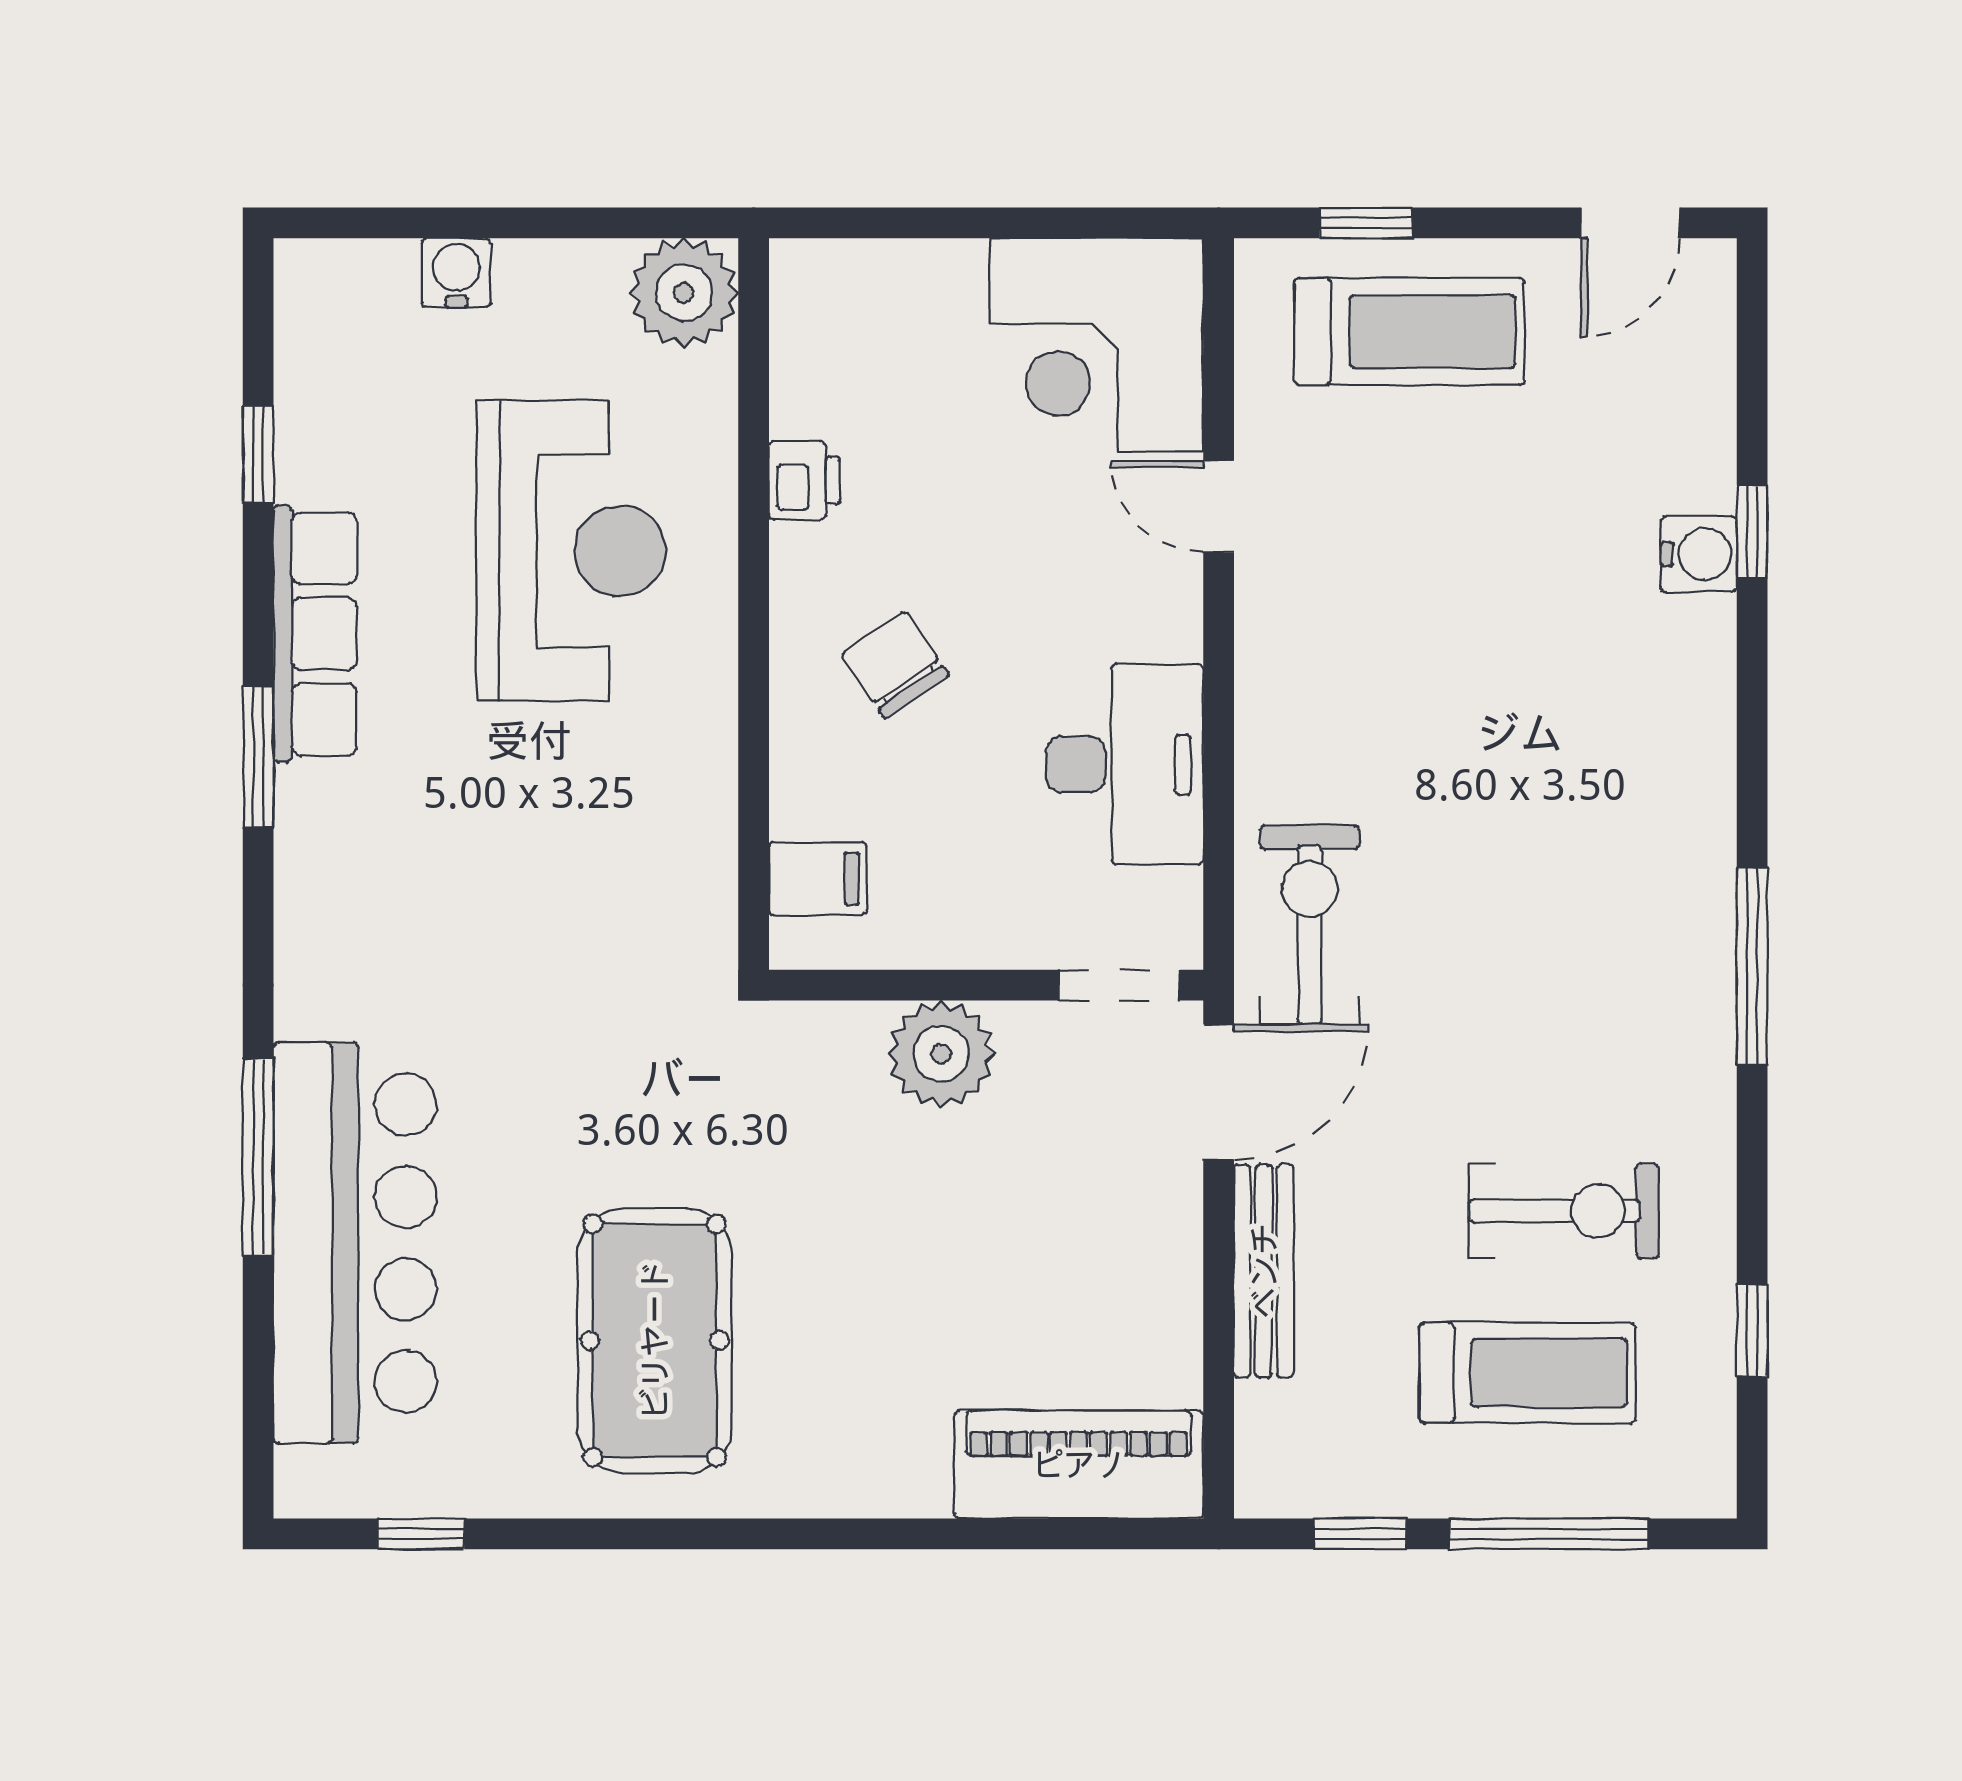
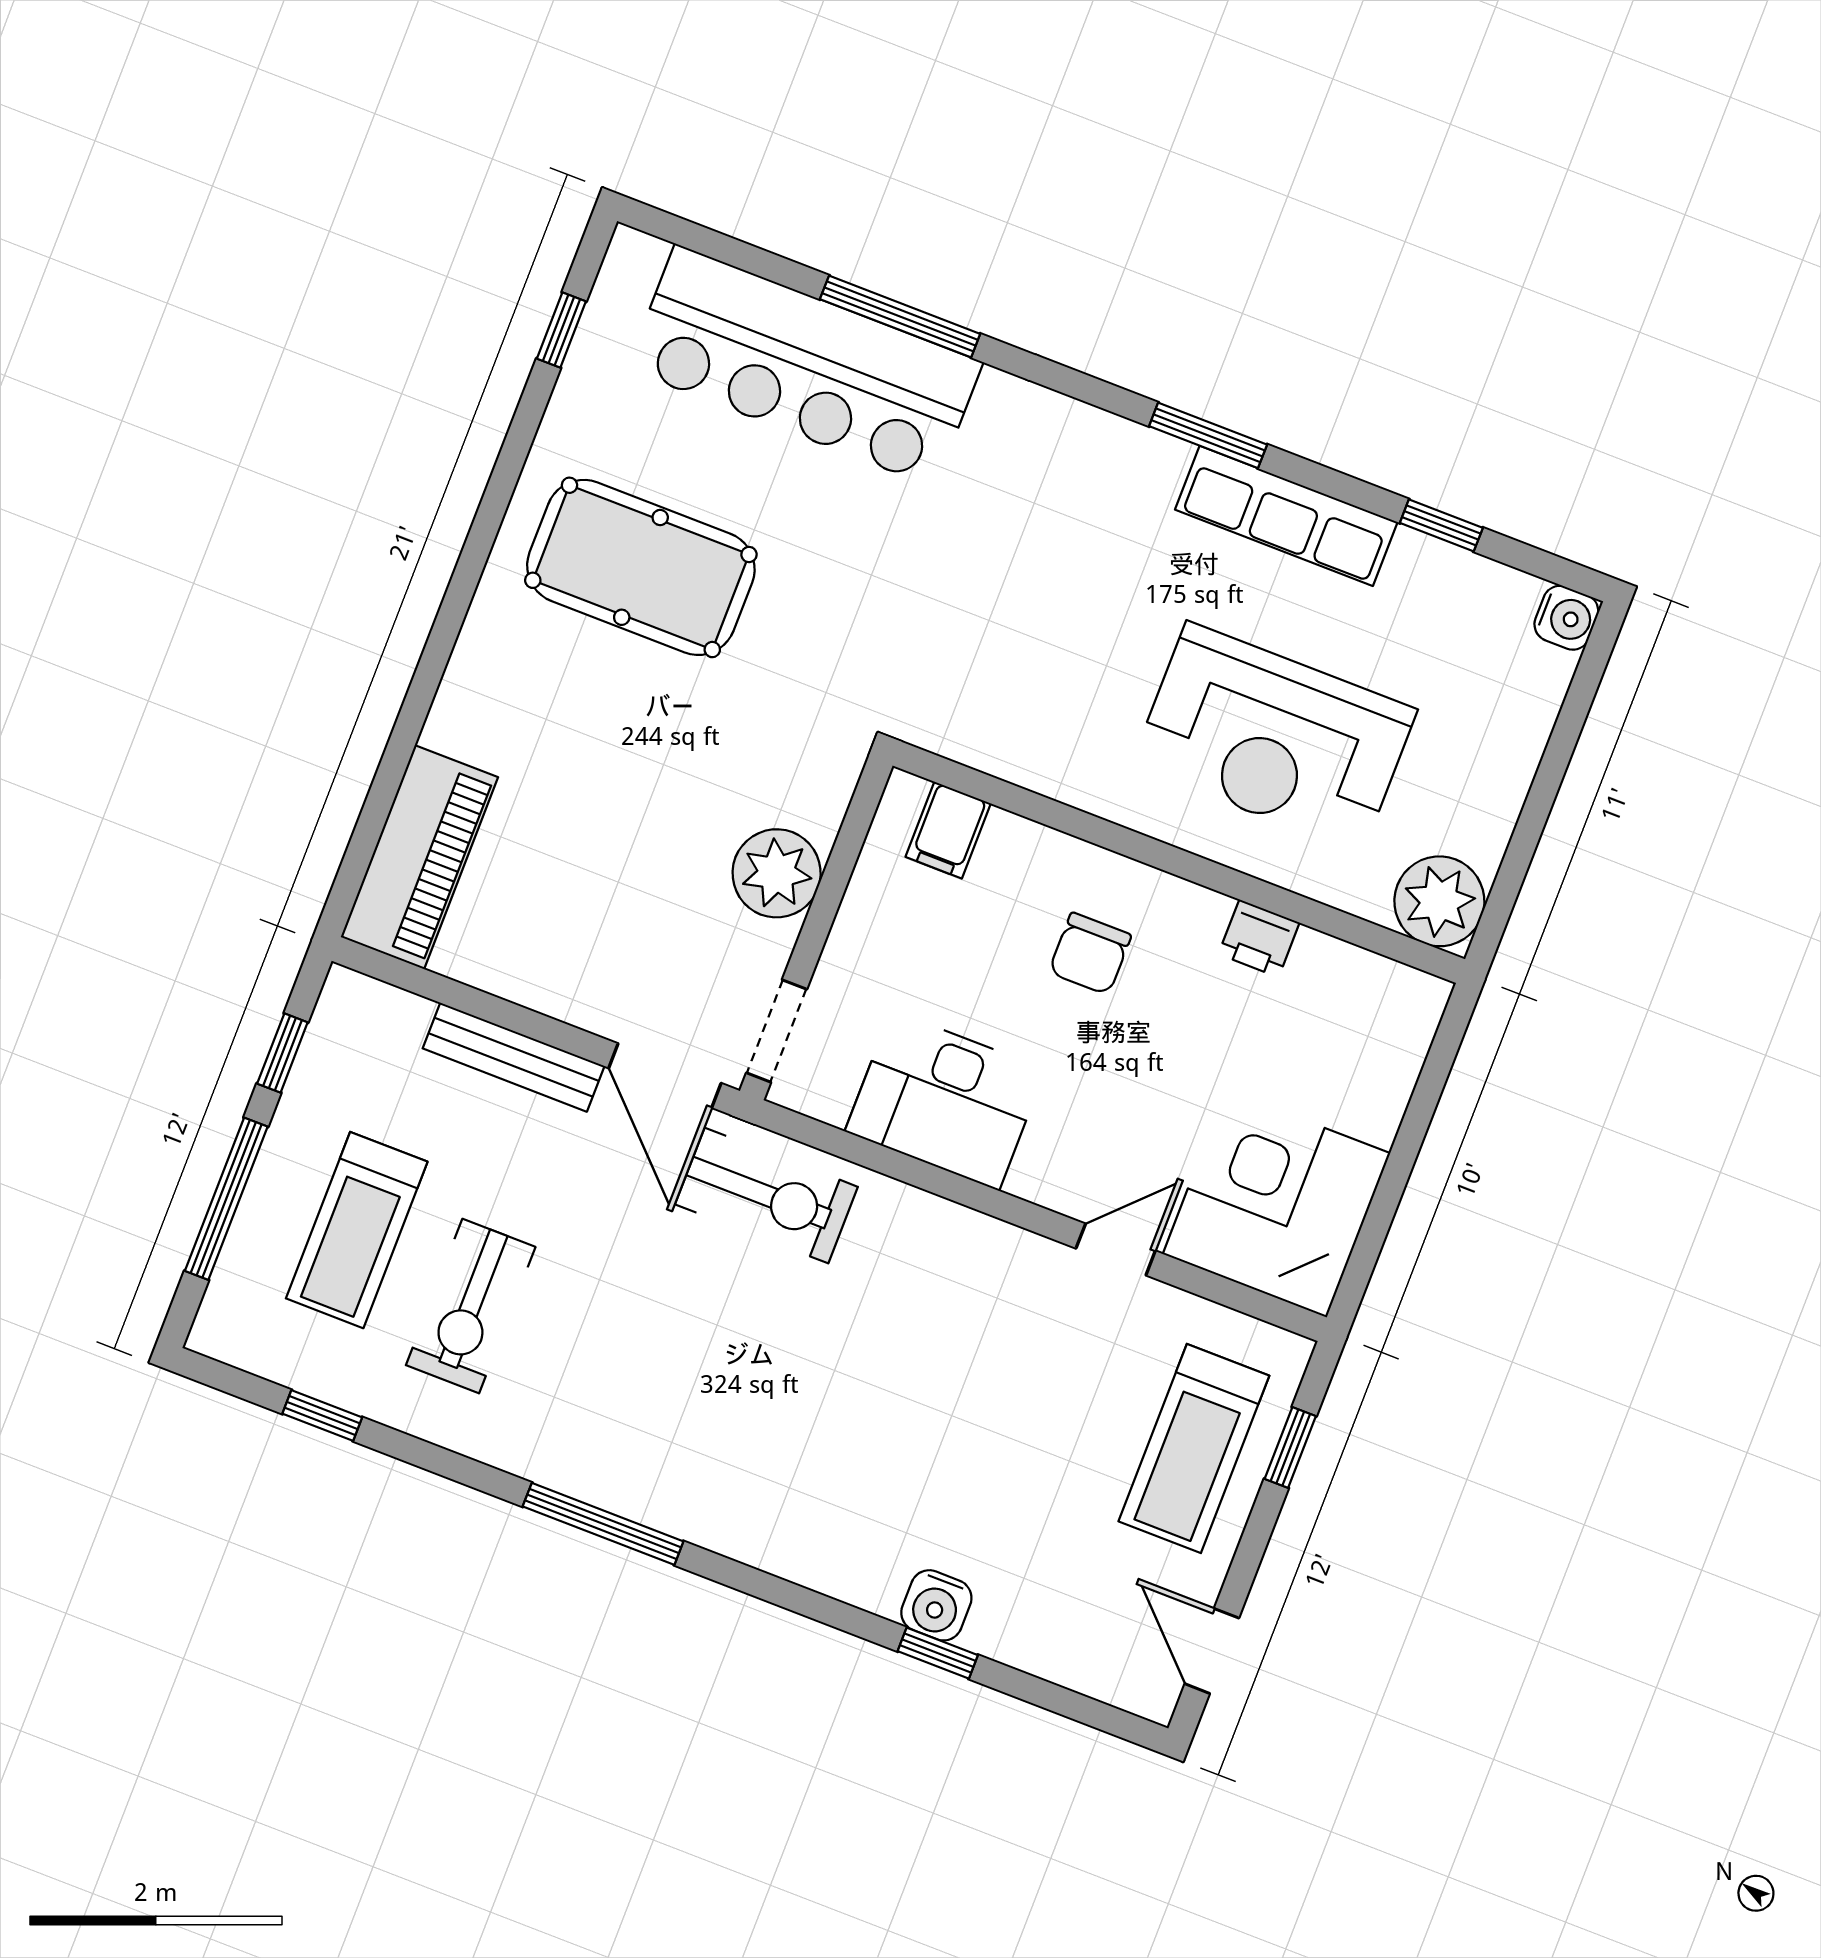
water cooler: (456, 273) -> (1566, 618), moved
chair: (895, 665) -> (1090, 954), turned 124

